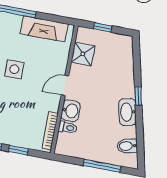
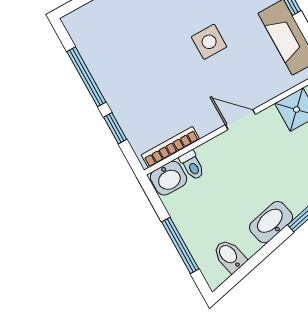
washbasin: (71, 111) -> (169, 178), moved

